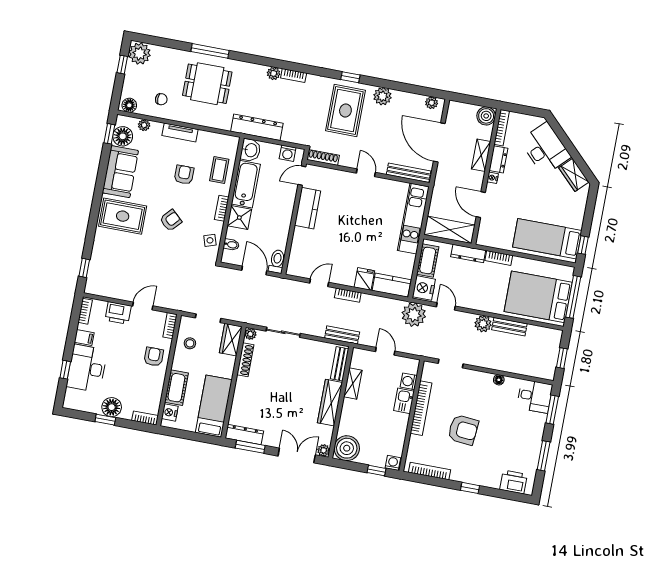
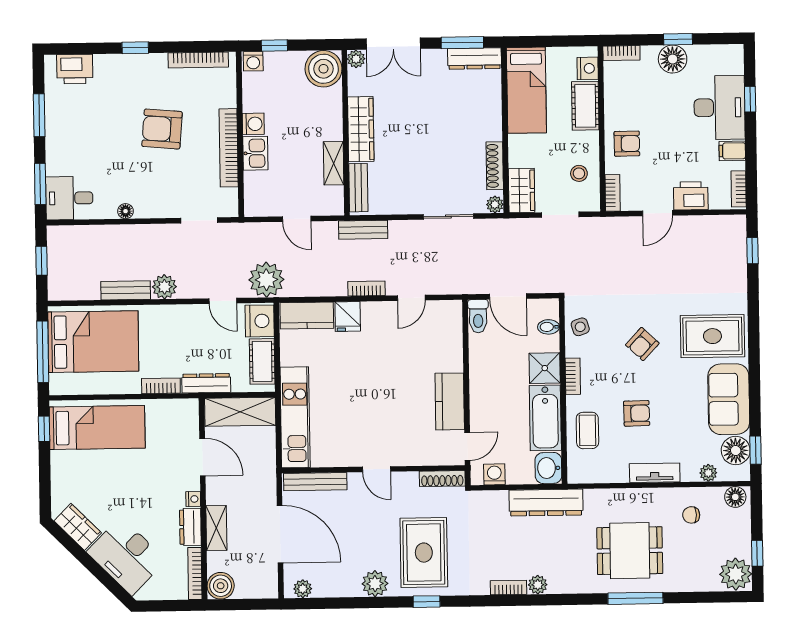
armchair: (184, 175) -> (637, 413), turned -91
armchair: (154, 357) -> (627, 144), turned -90
washing machine: (409, 381) -> (253, 124), moved

